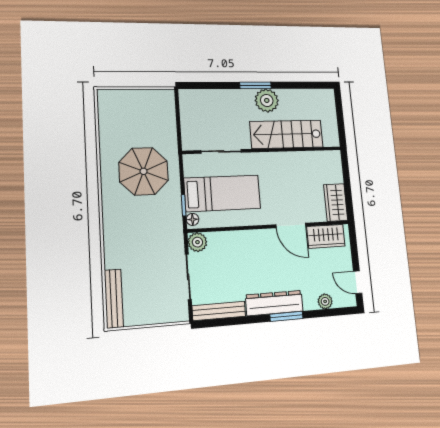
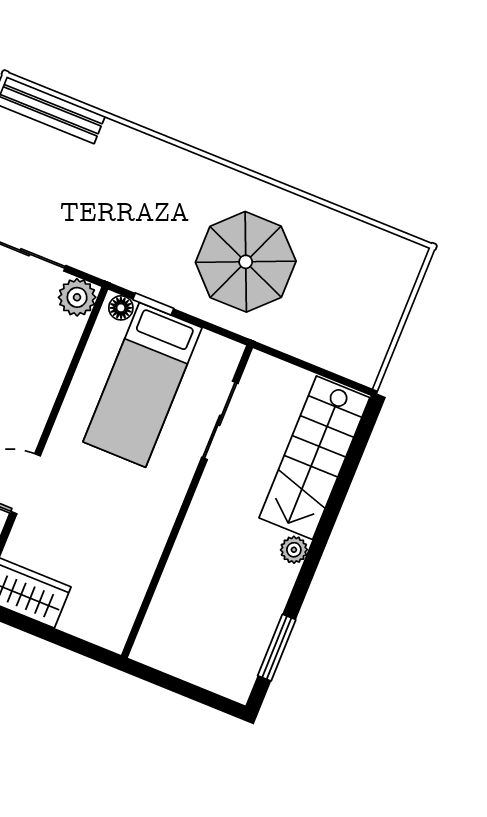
window: (255, 85) -> (277, 648), moved
plant: (267, 100) -> (294, 550), width x0.53, depth x0.53
stairs: (287, 134) -> (314, 458), moved, turned 180

